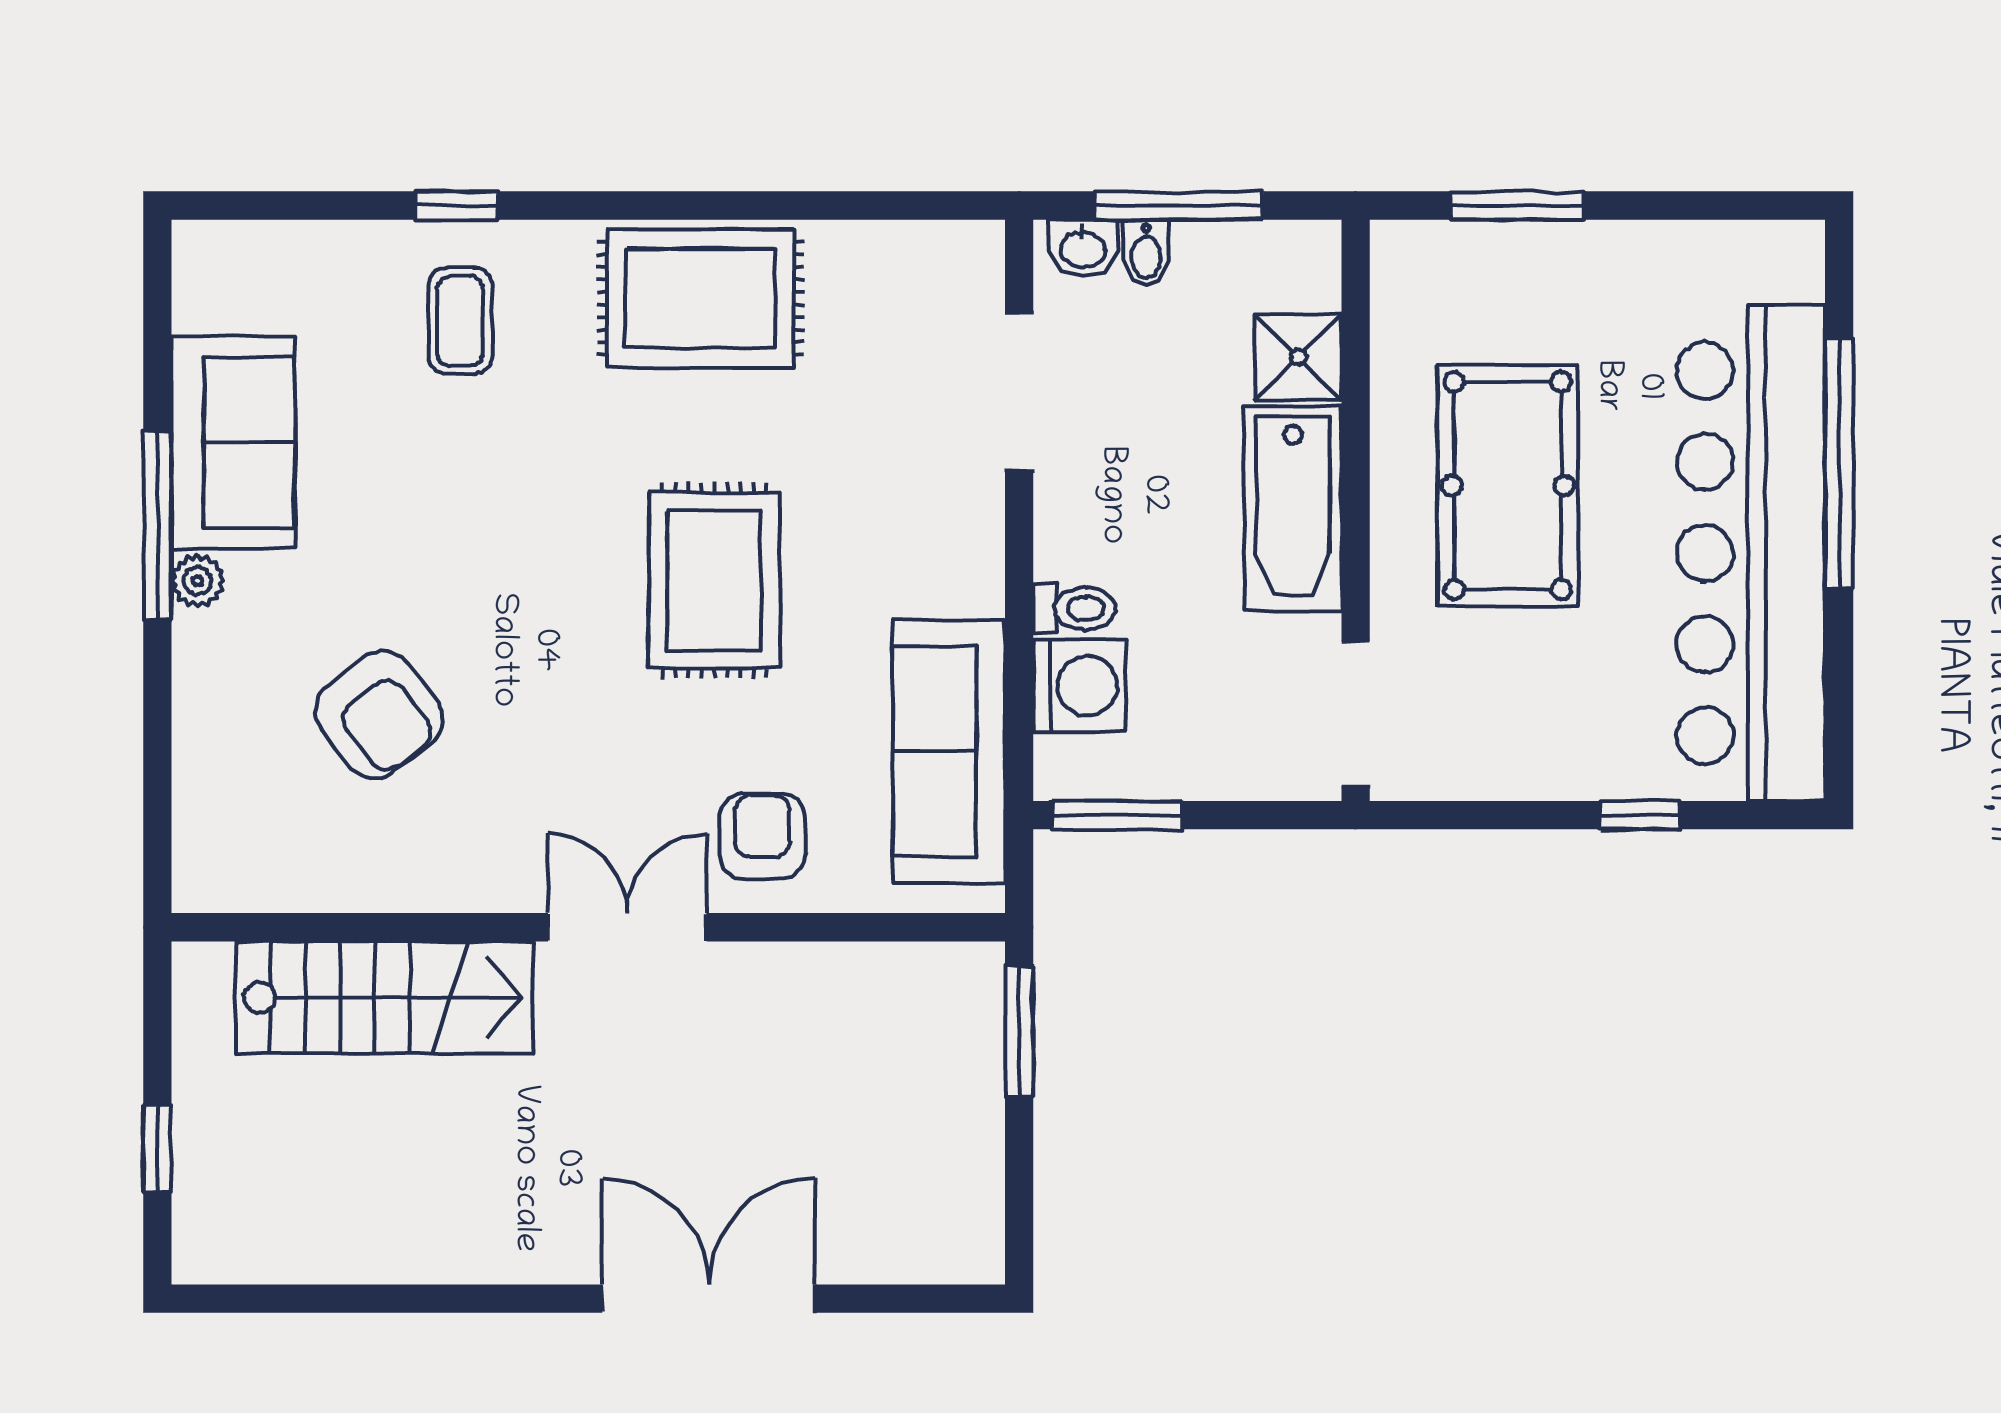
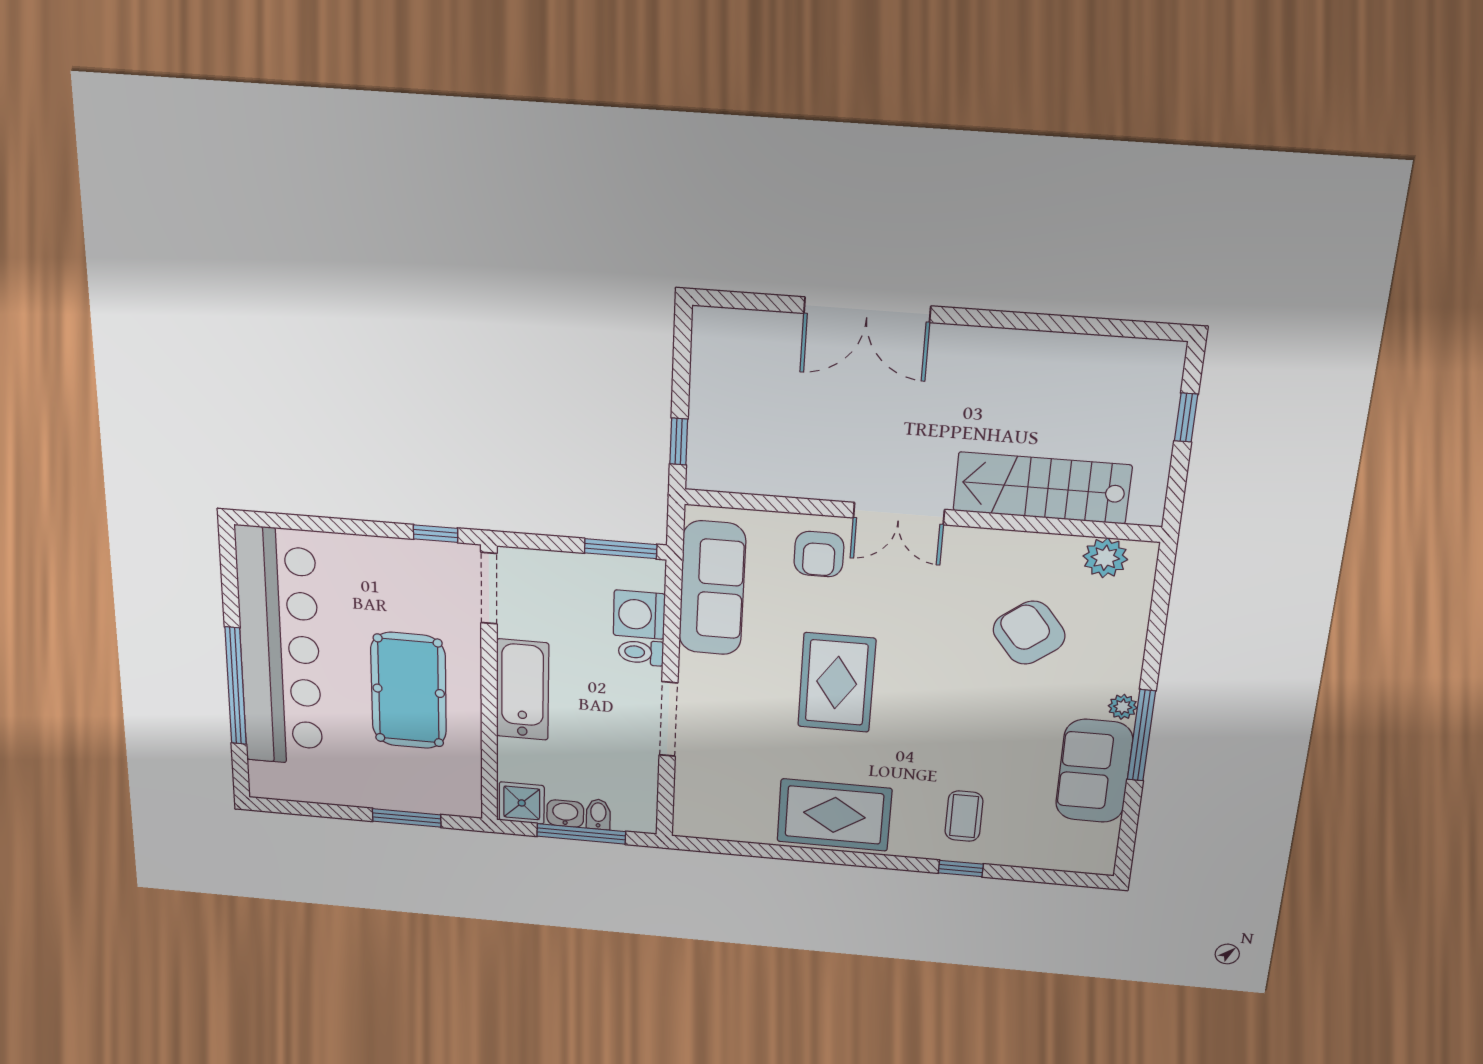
washbasin: (1083, 248) -> (565, 813), moved
shower: (1298, 357) -> (522, 803), moved
doorway: (1019, 392) -> (668, 719), moved
window: (1640, 815) -> (436, 534), moved
plant: (262, 874) -> (1105, 558), added
window: (1019, 1032) -> (679, 442), width x0.67

